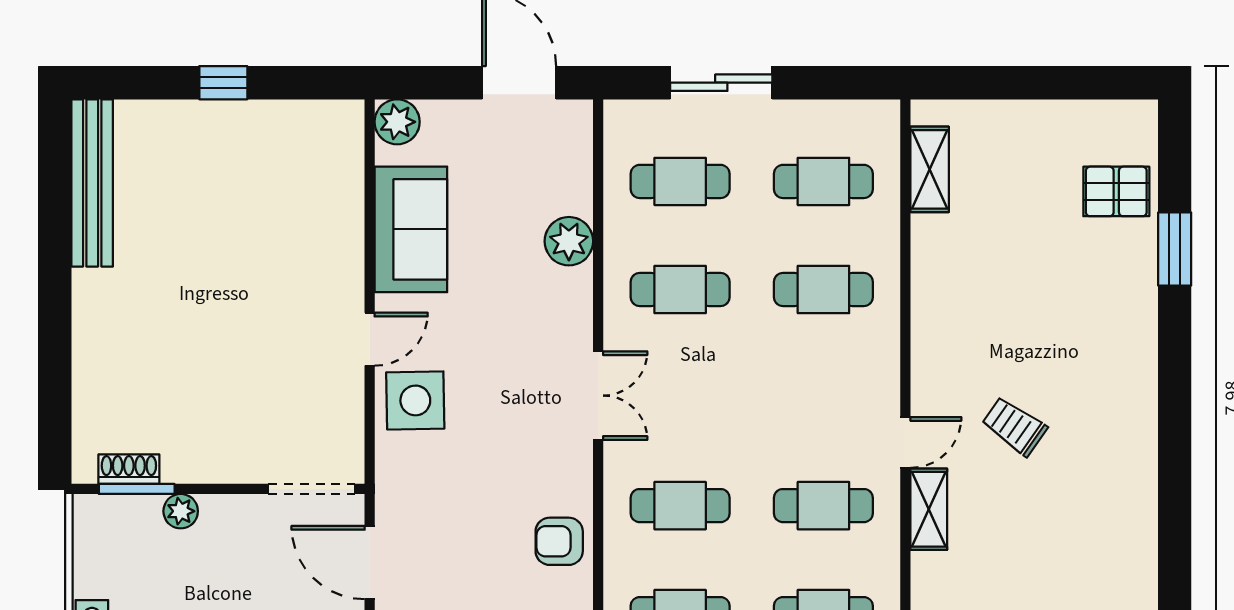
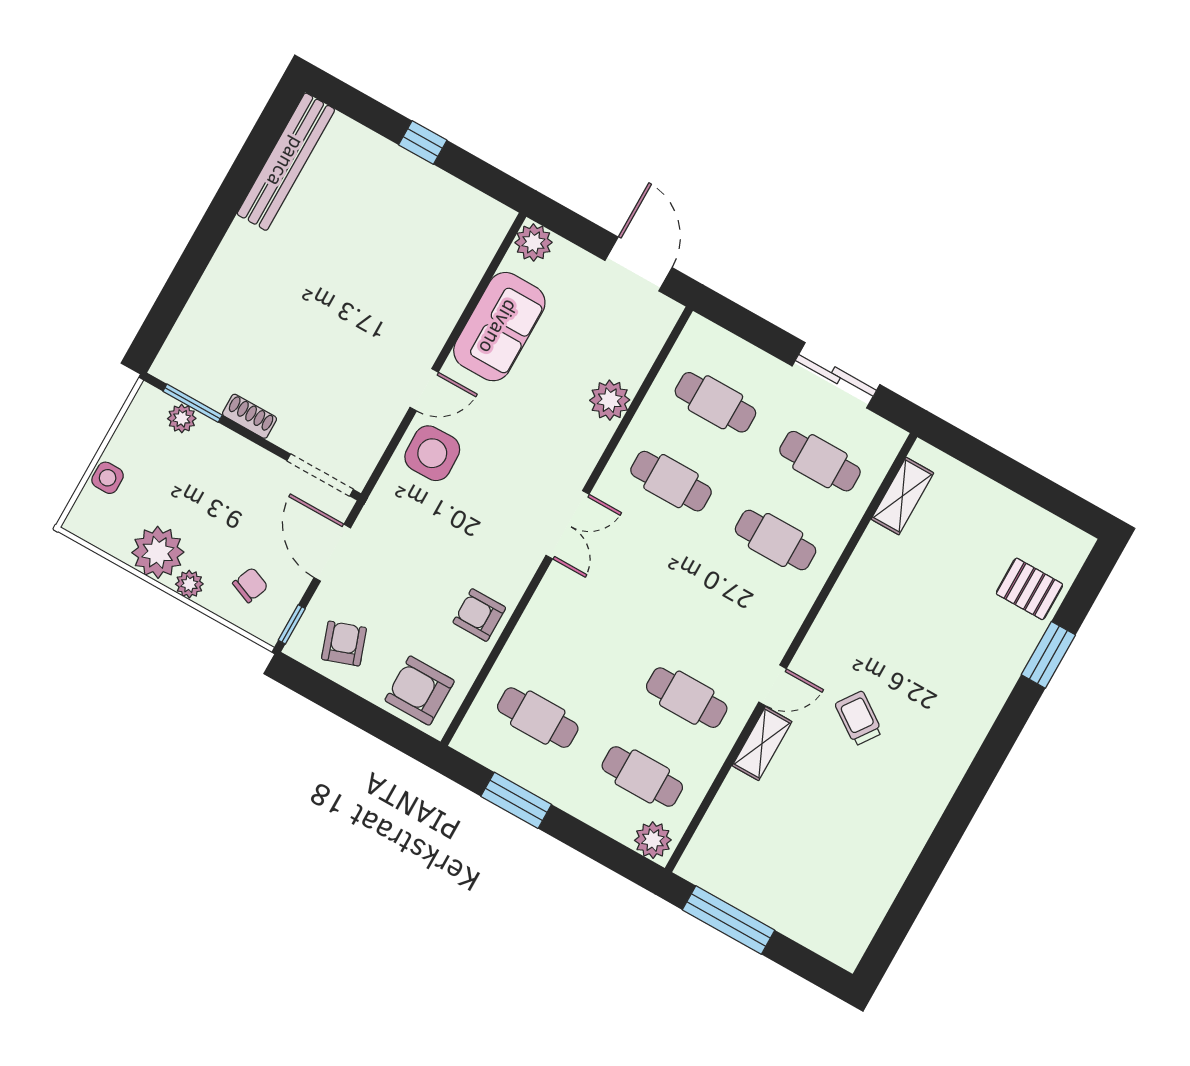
sliding door: (721, 83) -> (836, 375), moved
shoe rack: (129, 469) -> (250, 416), moved
cafe table: (680, 506) -> (582, 639), removed
plant: (181, 511) -> (182, 418), moved

